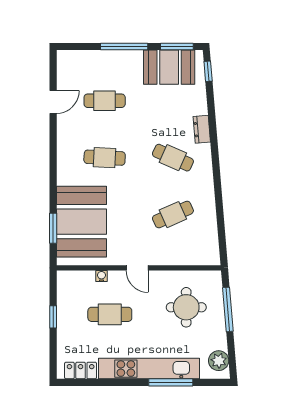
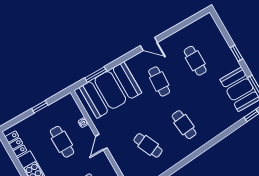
window: (124, 47) -> (236, 53), width x0.46
door: (53, 102) -> (149, 44), moved
dresser: (202, 129) -> (212, 133), removed
cafe table: (173, 158) -> (184, 125), turned -30

